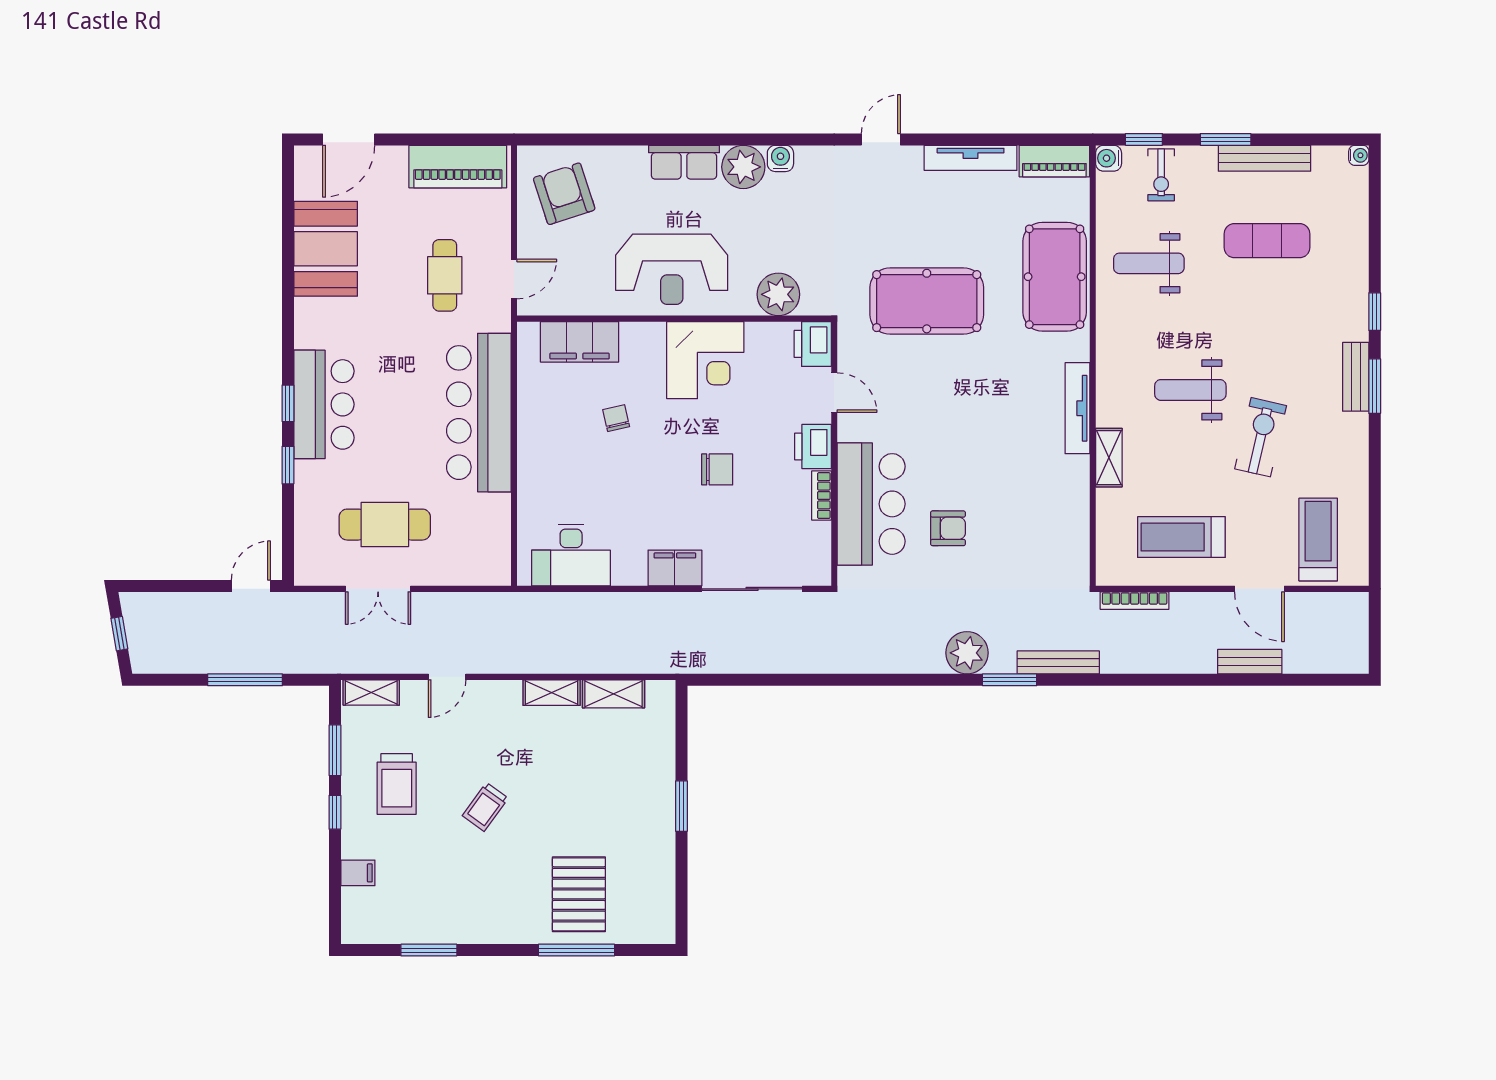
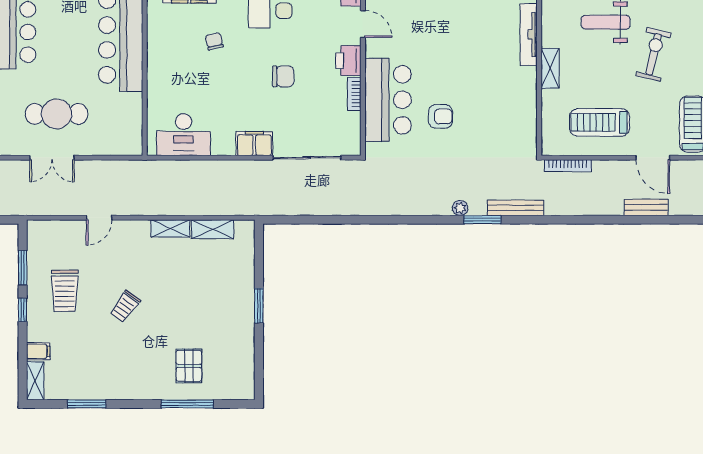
plant: (967, 653) -> (460, 208), width x0.53, depth x0.53
shelving: (371, 693) -> (35, 381), moved, turned 90
pallet: (579, 894) -> (189, 366), width x0.67, depth x0.71

